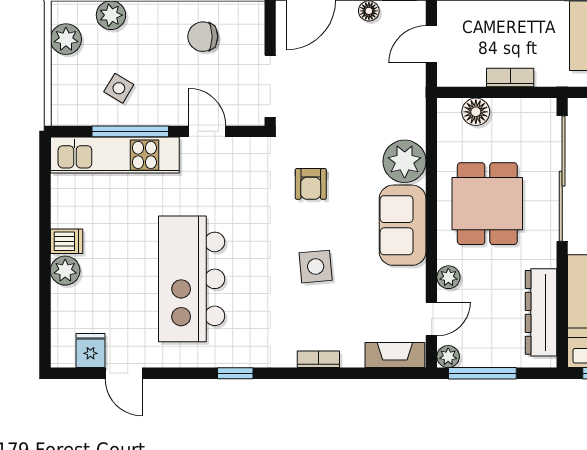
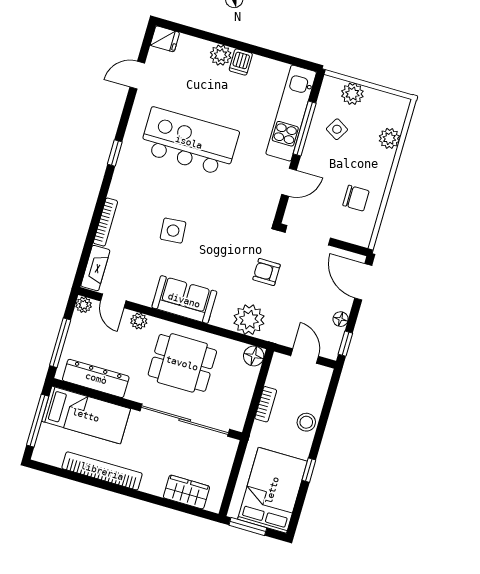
stool: (518, 17) -> (306, 422), added
chair: (203, 37) -> (356, 198), turned 90
plant: (66, 39) -> (352, 94), moved
floor lamp: (476, 112) -> (254, 356), moved
plant: (405, 161) -> (249, 320), moved
armchair: (311, 184) -> (267, 272), moved
fridge: (90, 351) -> (165, 39), moved
bookcase: (318, 359) -> (105, 222), width x1.56
window: (482, 373) -> (60, 343), moved

